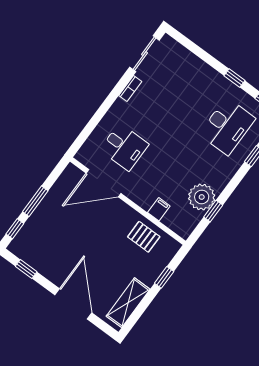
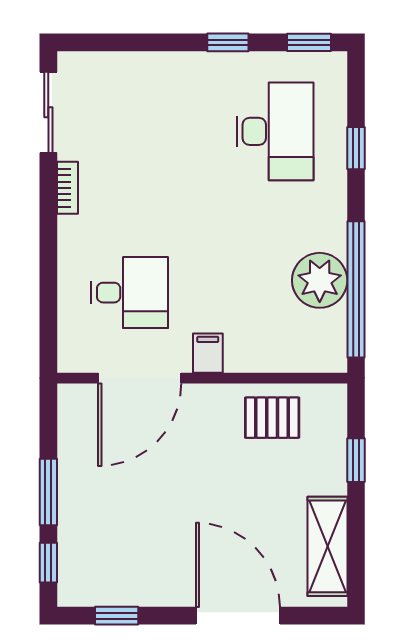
filing cabinet: (159, 209) -> (208, 353), moved
window: (213, 211) -> (356, 289), width x3.17

